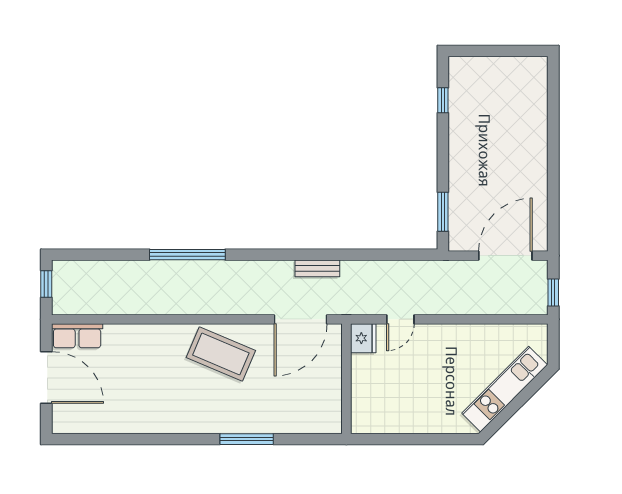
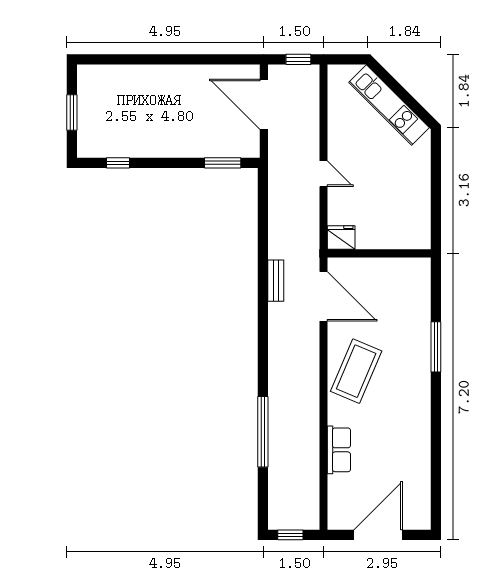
window: (497, 51) -> (72, 113), added
window: (187, 255) -> (263, 432), moved
door: (400, 319) -> (323, 174), moved
row of seats: (77, 336) -> (339, 450), moved

